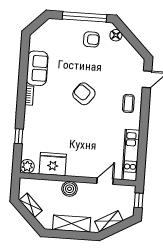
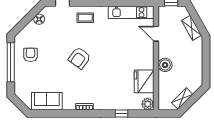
floor lamp: (116, 35) -> (39, 19), moved
sofa: (37, 68) -> (47, 101), moved
shelving: (72, 224) -> (196, 61), removed

